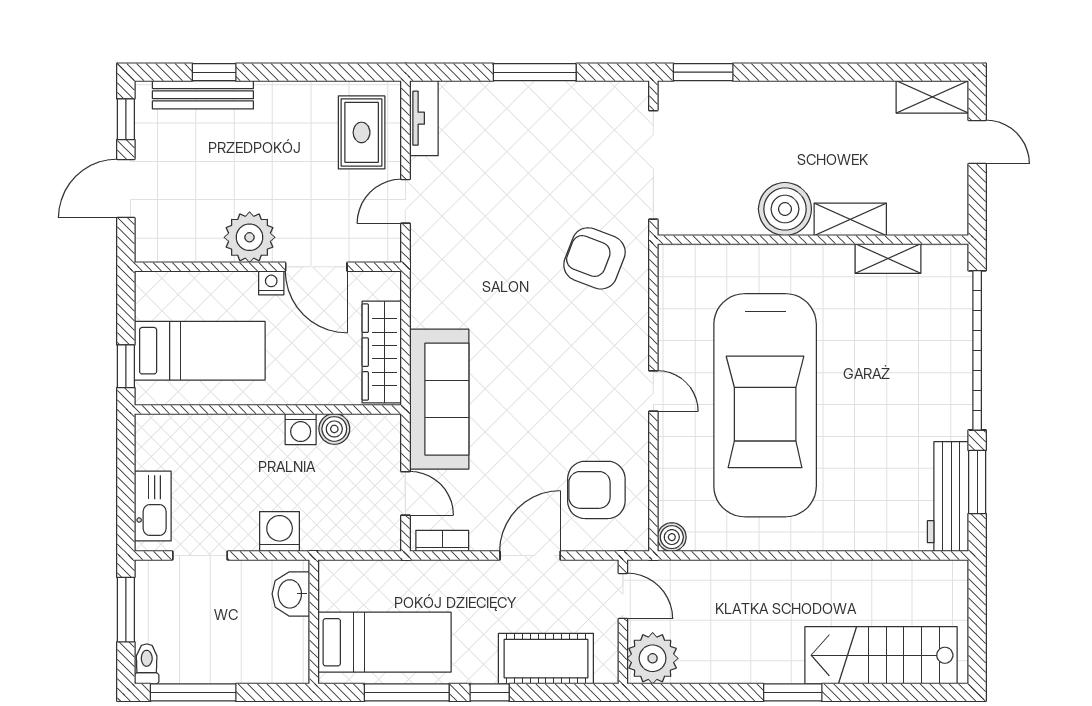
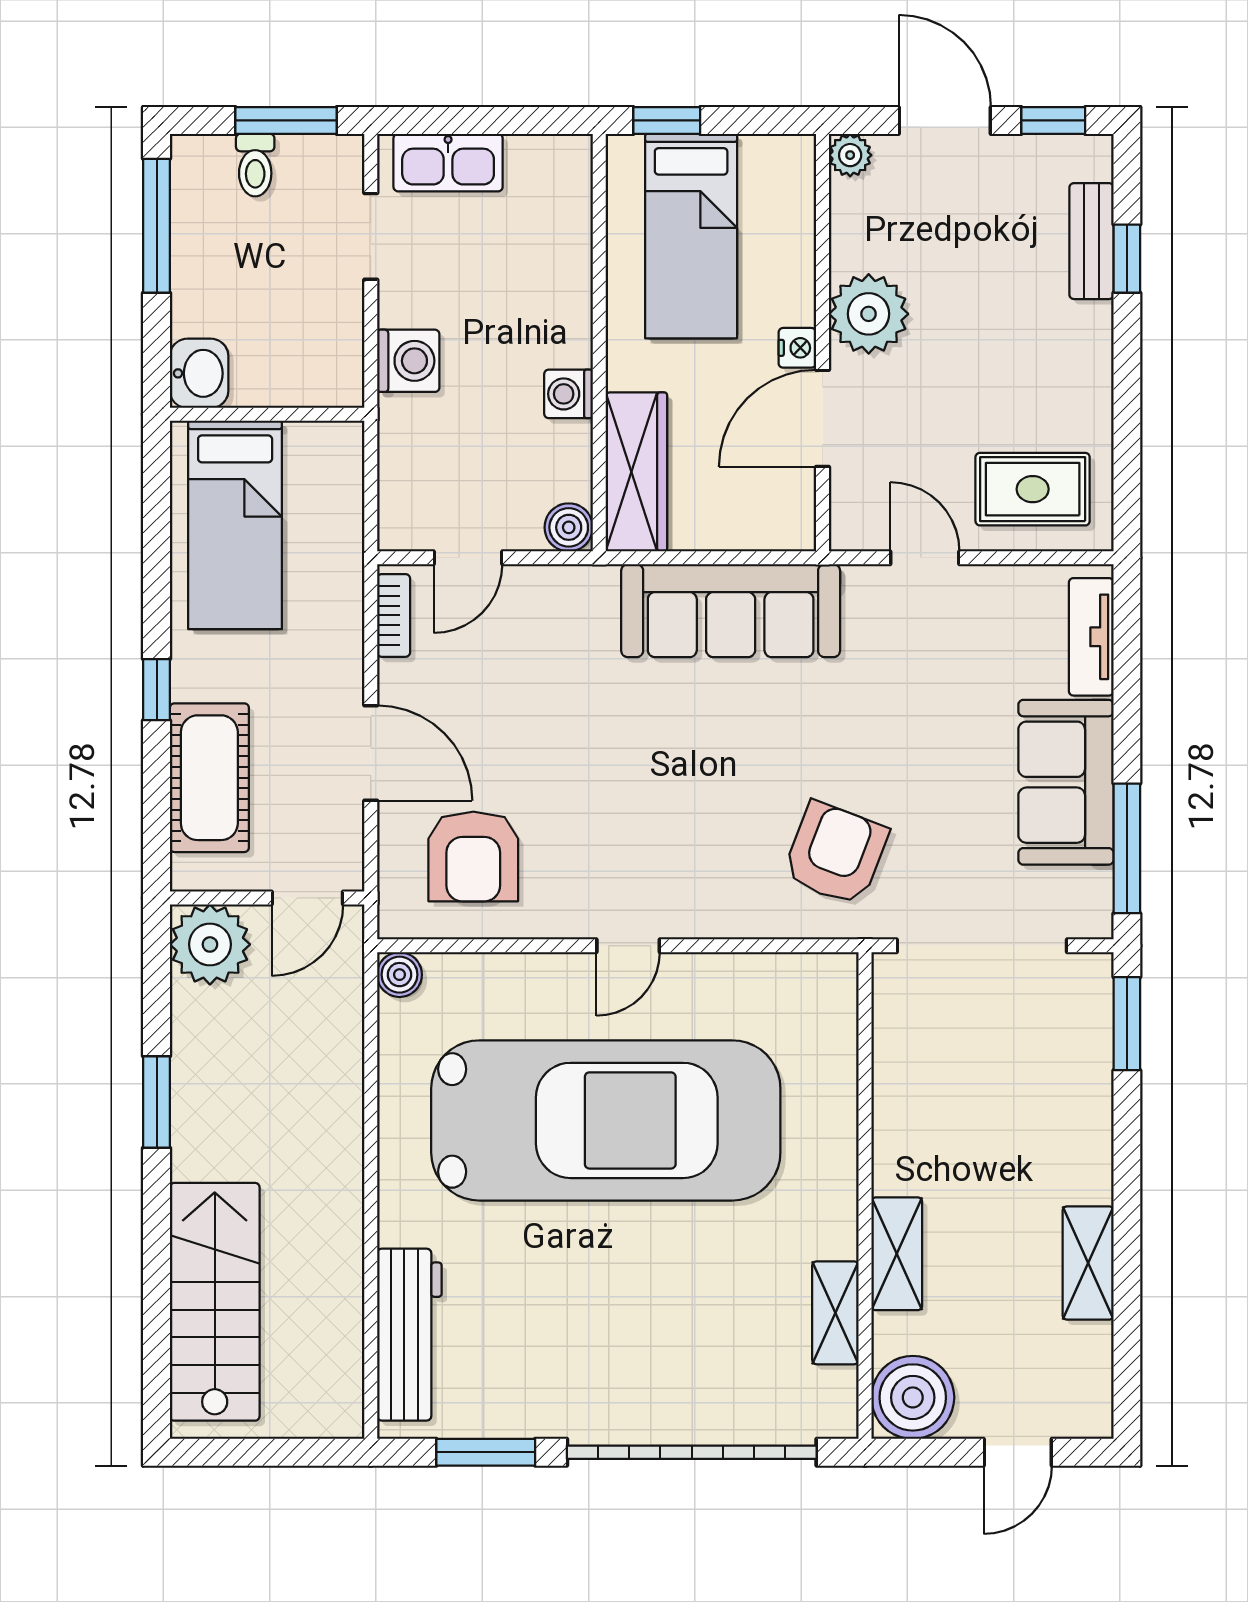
window: (535, 72) -> (1127, 848), moved
bench: (203, 95) -> (1091, 241), width x0.73
shelving: (932, 97) -> (1088, 1263), moved
sofa: (549, 111) -> (1066, 782), added
tv unit: (424, 118) -> (1091, 637), moved, turned 90
boiler: (785, 209) -> (913, 1397), moved
plant: (148, 249) -> (850, 155), added
wardrobe: (382, 352) -> (636, 472), moved, turned 90
sofa: (439, 399) -> (731, 611), moved
car: (765, 405) -> (606, 1120), turned 180
boiler: (334, 429) -> (569, 527), moved
armchair: (596, 490) -> (473, 857), turned 180
workbench: (948, 497) -> (409, 1335), moved, turned 90
washbasin: (291, 594) -> (199, 373), moved, turned 90
toilet: (147, 664) -> (255, 165), moved, turned 90
window: (407, 692) -> (157, 560), removed
window: (793, 692) -> (157, 1102), moved

